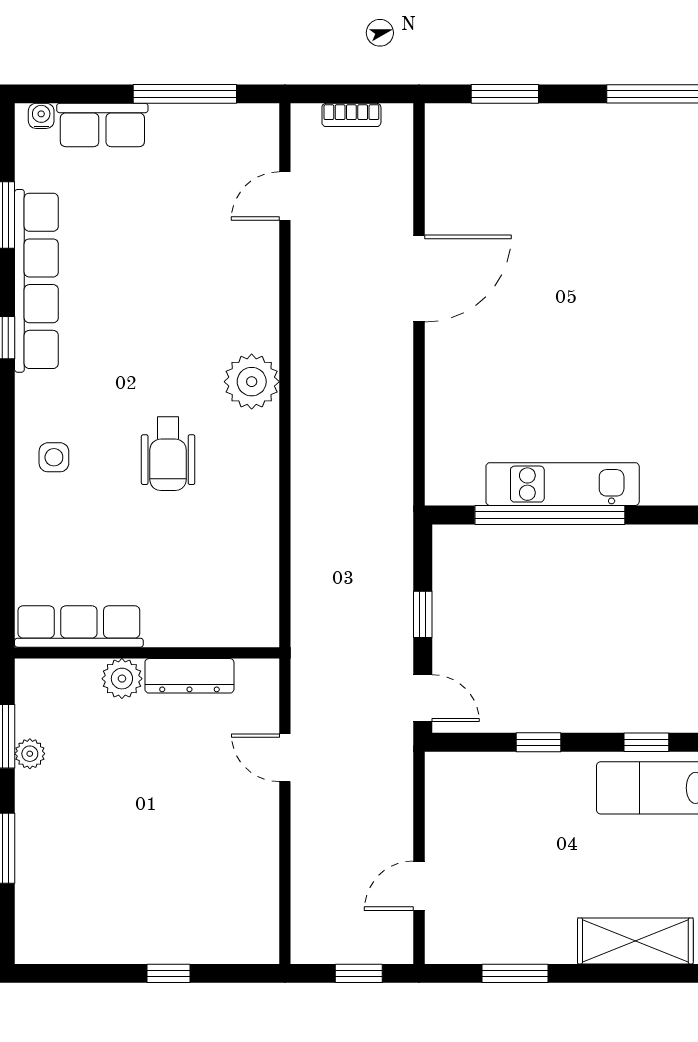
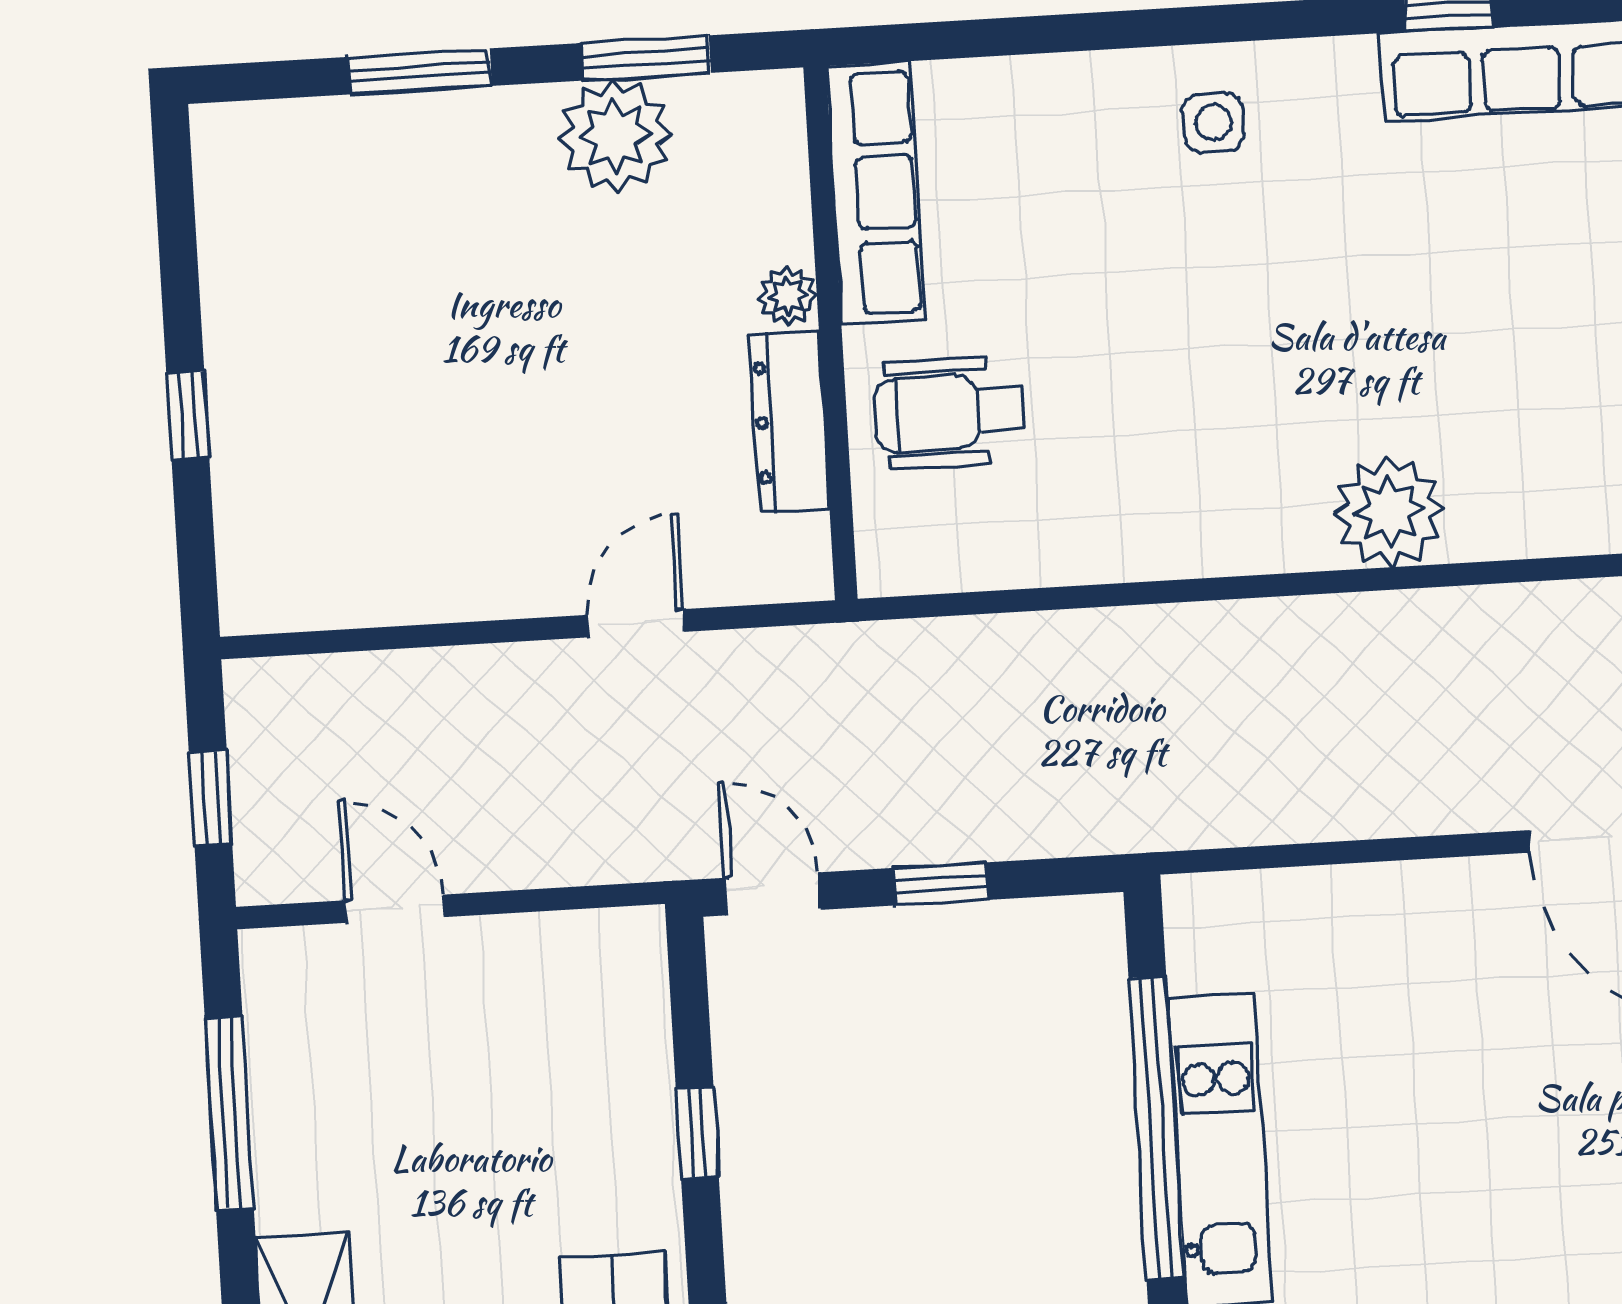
wheelchair: (168, 454) -> (949, 412), moved
plant: (122, 679) -> (787, 296), width x0.73, depth x0.73
door: (423, 698) -> (772, 894), swing flipped
plant: (30, 754) -> (615, 136), width x1.88, depth x1.88
window: (515, 973) -> (229, 1113), width x1.44

